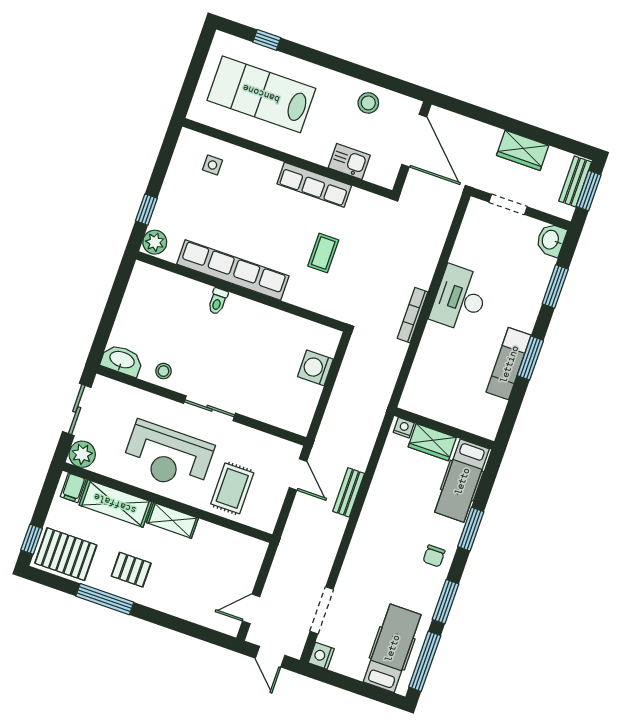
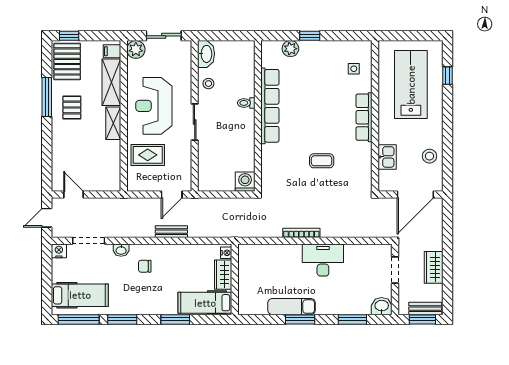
row of seats: (314, 185) -> (364, 117), moved
row of seats: (233, 270) -> (270, 106), moved
wall: (241, 291) -> (258, 116), moved
toilet: (218, 301) -> (246, 103), moved
chair: (434, 556) -> (145, 266), moved
washbasin: (350, 570) -> (121, 250), added

